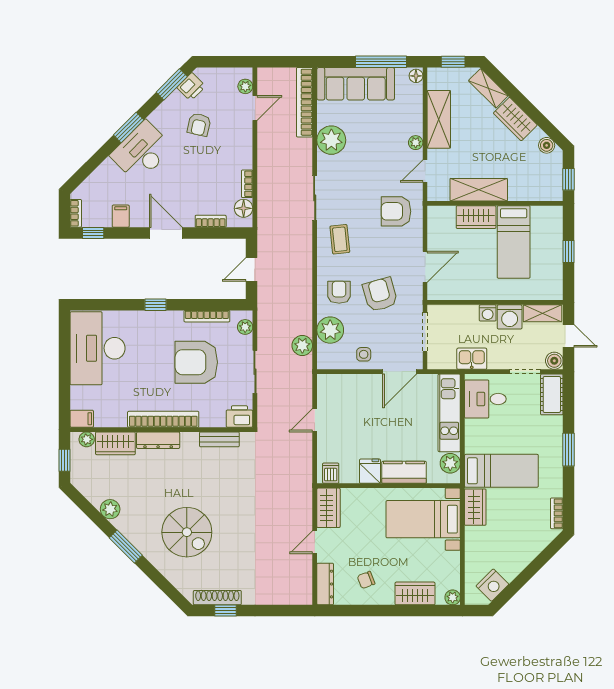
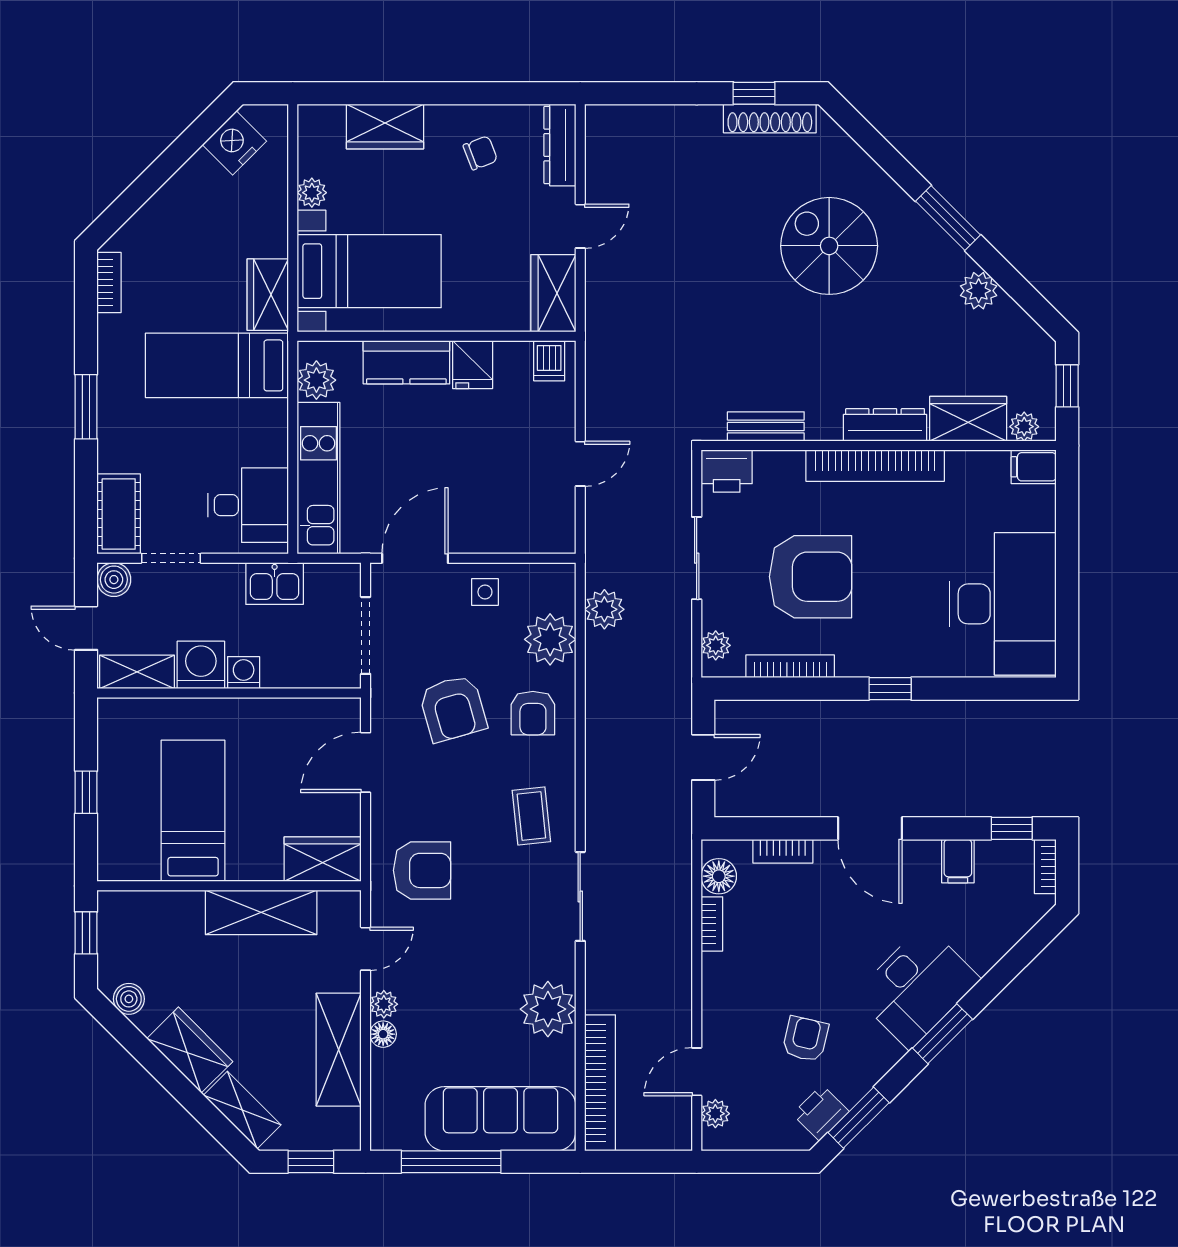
floor lamp: (416, 76) -> (383, 1034), moved
wardrobe: (476, 217) -> (323, 859), moved
plant: (453, 597) -> (312, 193), moved

